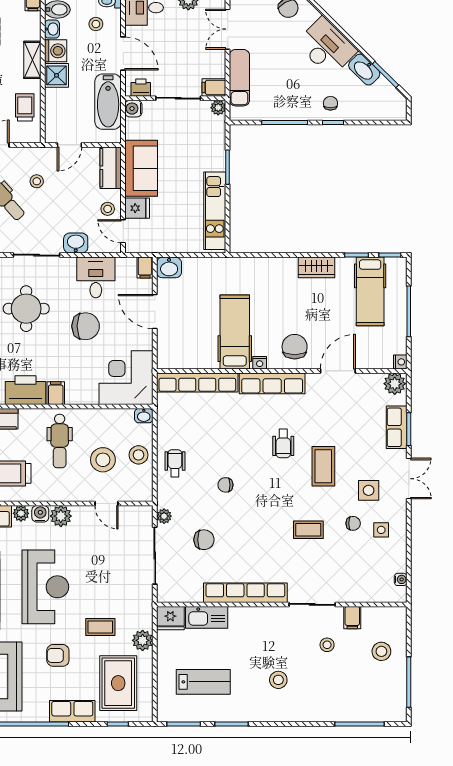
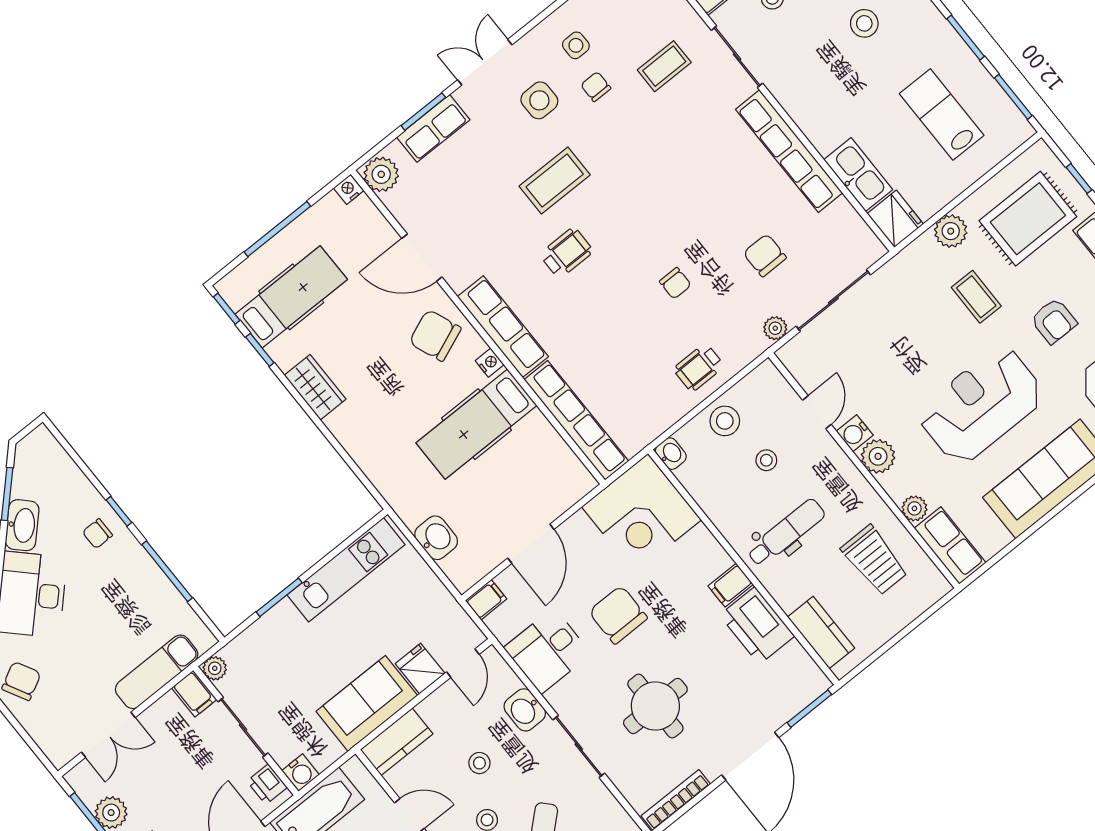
stool: (108, 209) -> (479, 763), moved
washbasin: (169, 267) -> (436, 538), moved
chair: (295, 347) -> (435, 335), turned 68
stool: (103, 460) -> (766, 460), width x0.53, depth x0.53
water cooler: (40, 514) -> (855, 433), moved
coffee table: (308, 530) -> (664, 66), moved, turned 90

